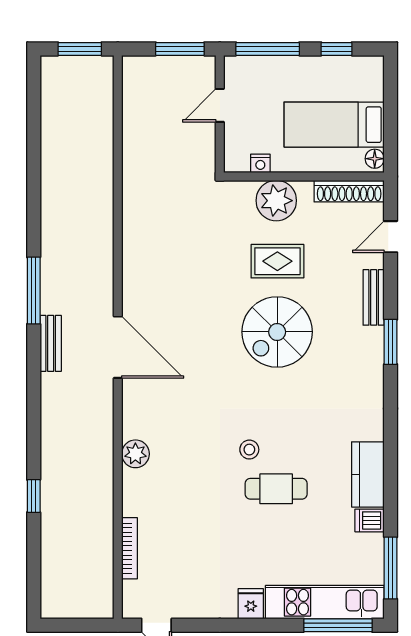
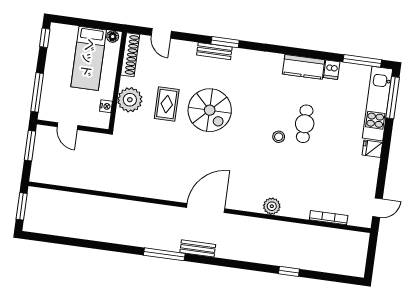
window: (336, 49) -> (45, 38), moved
bench: (374, 297) -> (214, 51), moved

